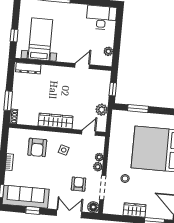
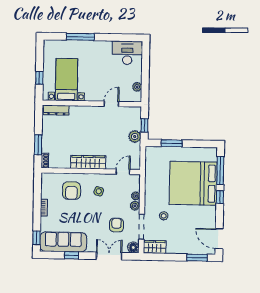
plant: (102, 110) -> (135, 137), moved
wardrobe: (135, 210) -> (155, 247), moved

